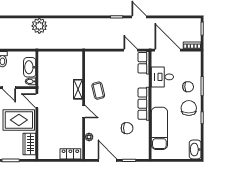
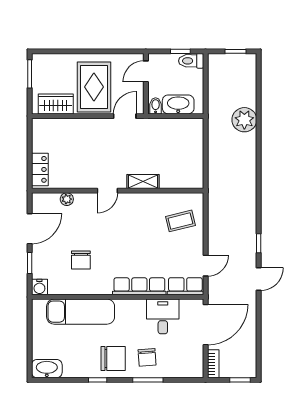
coffee table: (98, 91) -> (180, 221), moved
row of seats: (144, 104) -> (139, 286), moved
water cooler: (144, 154) -> (39, 287), added

